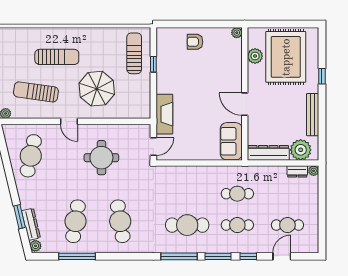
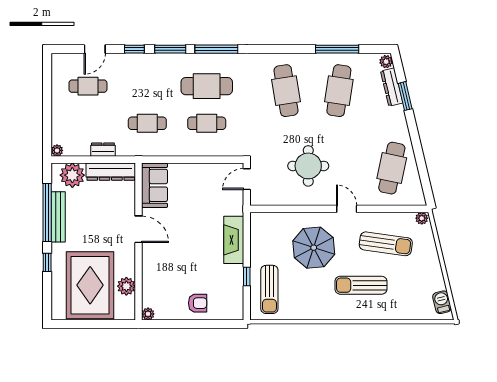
fireplace: (164, 114) -> (234, 240), moved
window: (322, 118) -> (47, 213), added
dresser: (297, 171) -> (103, 150), moved
cafe table: (237, 225) -> (207, 123), moved

